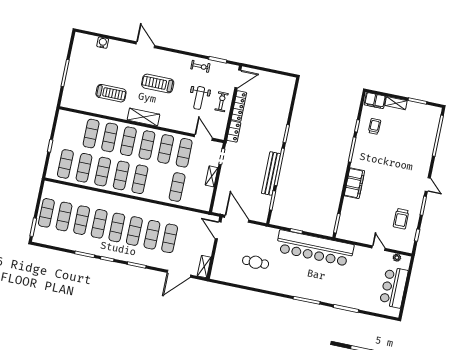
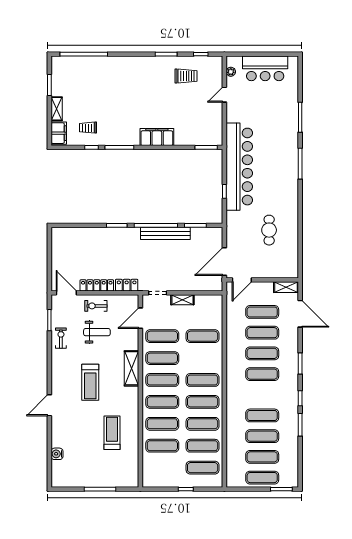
shelving: (143, 117) -> (132, 368), moved
door: (428, 185) -> (141, 54), removed
exercise mat: (117, 227) -> (262, 312), moved

